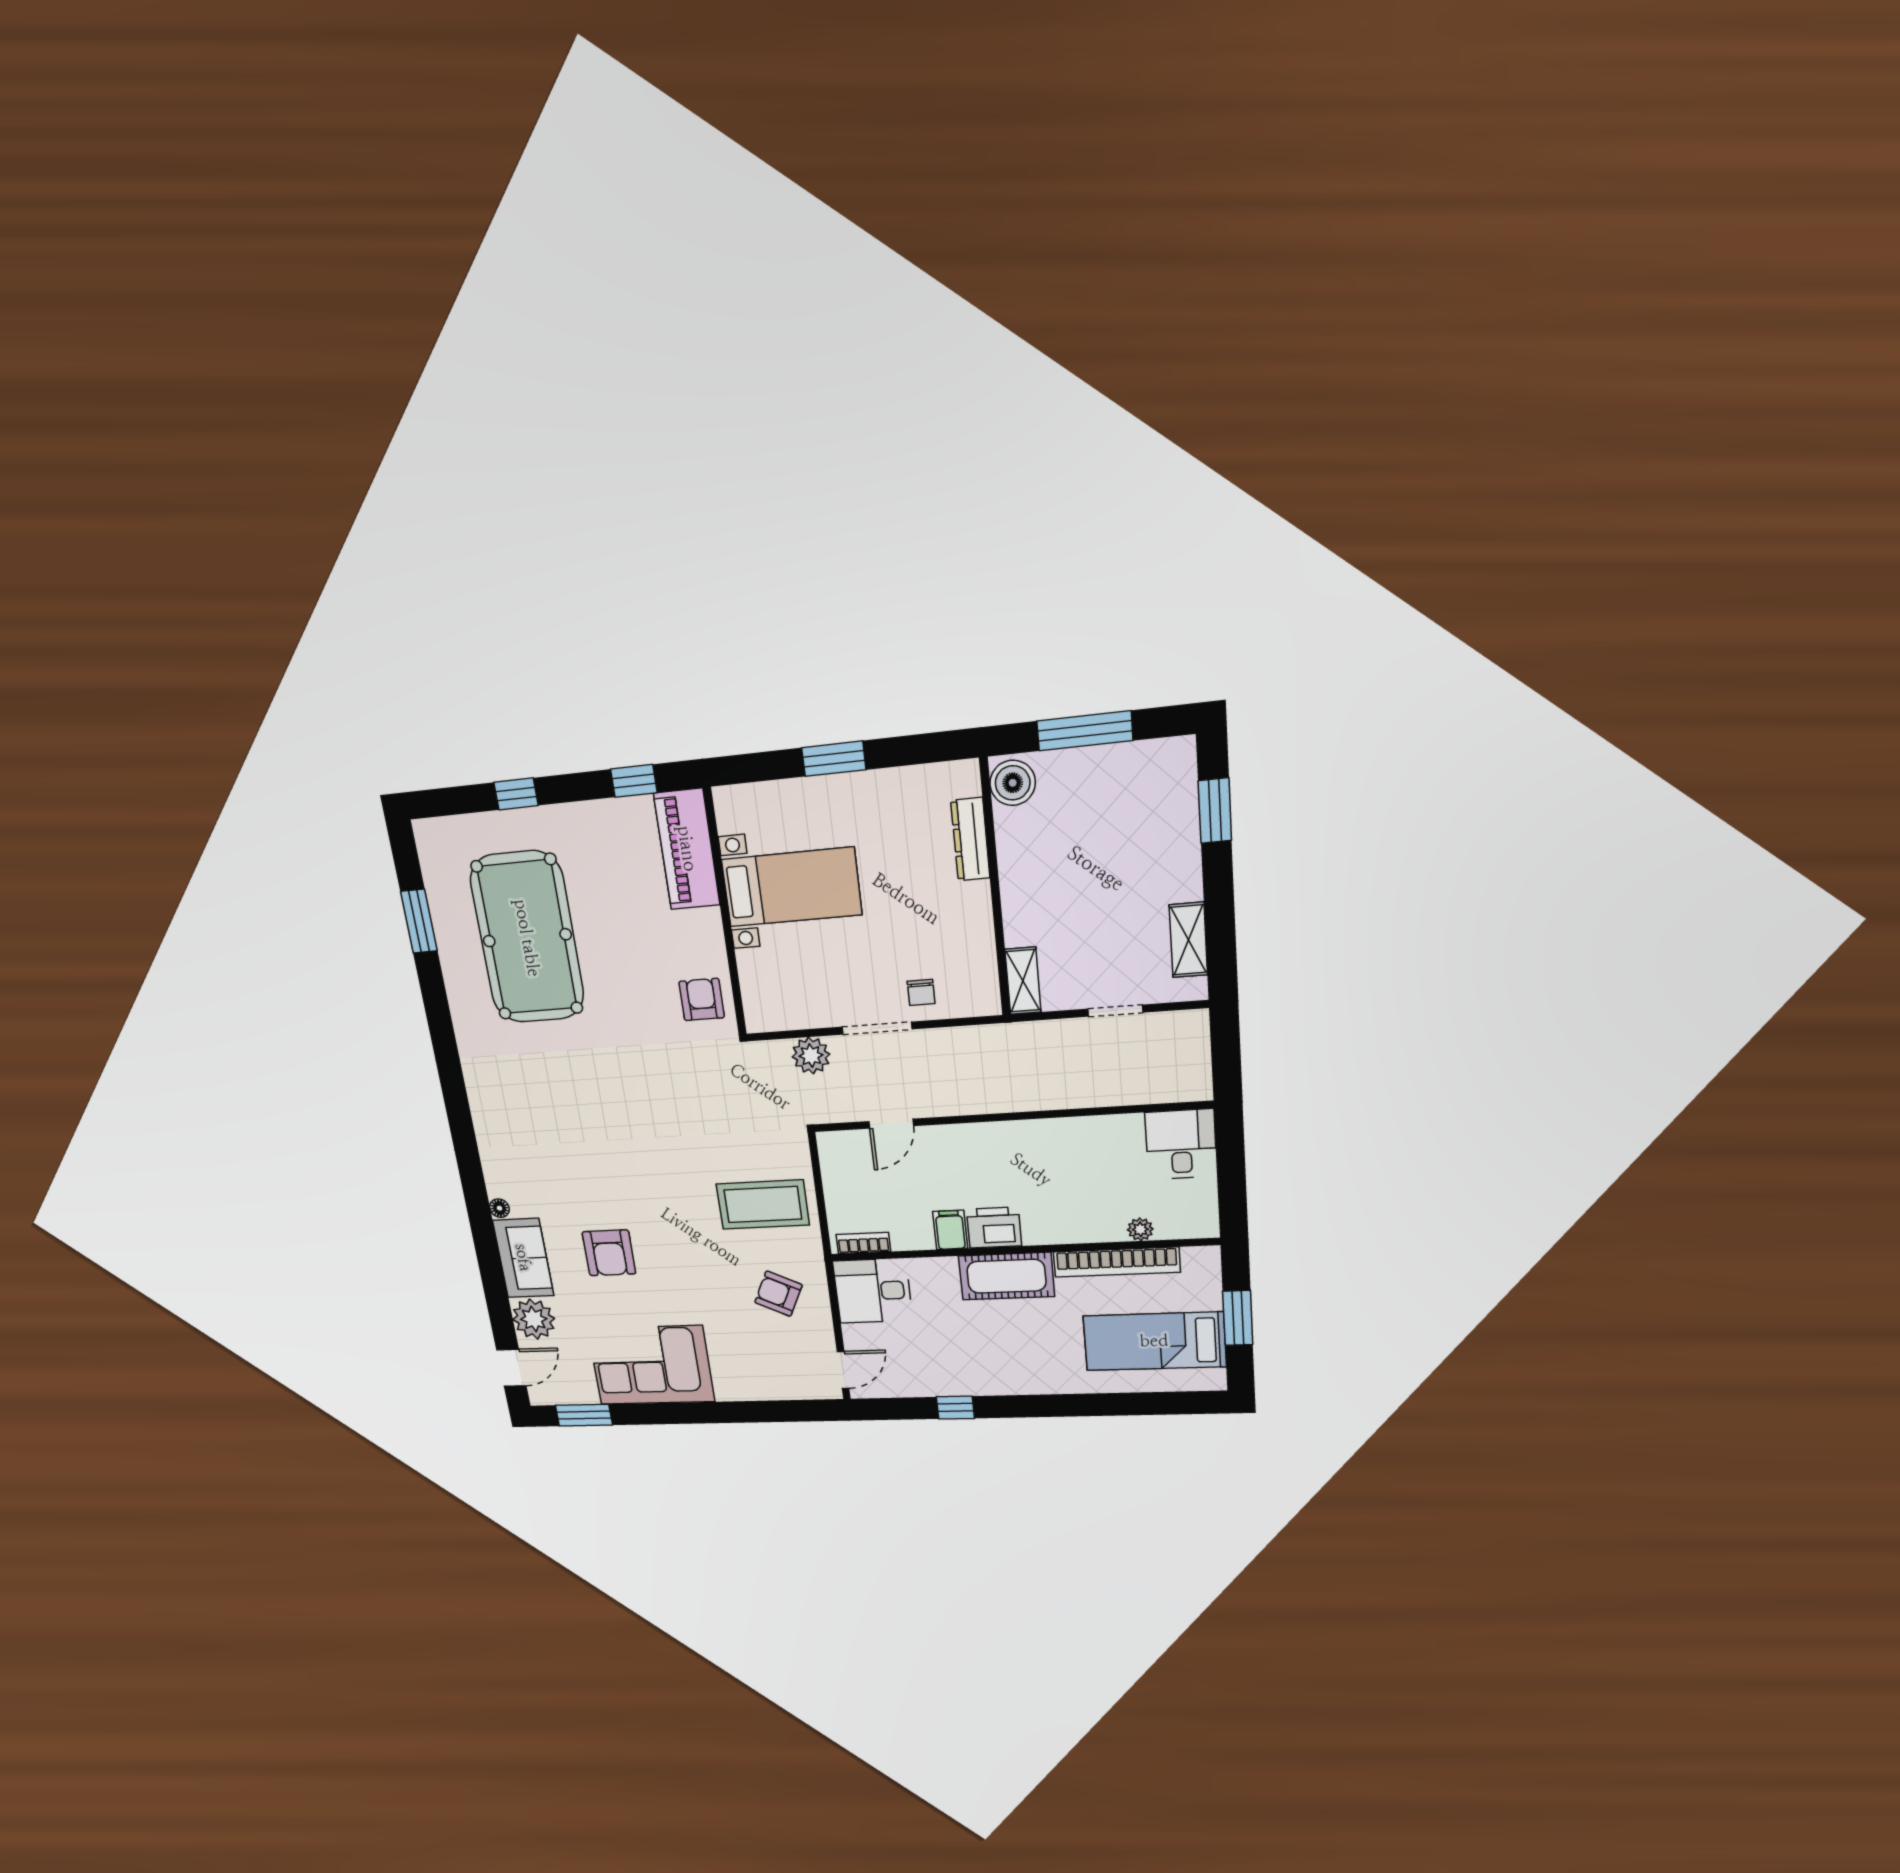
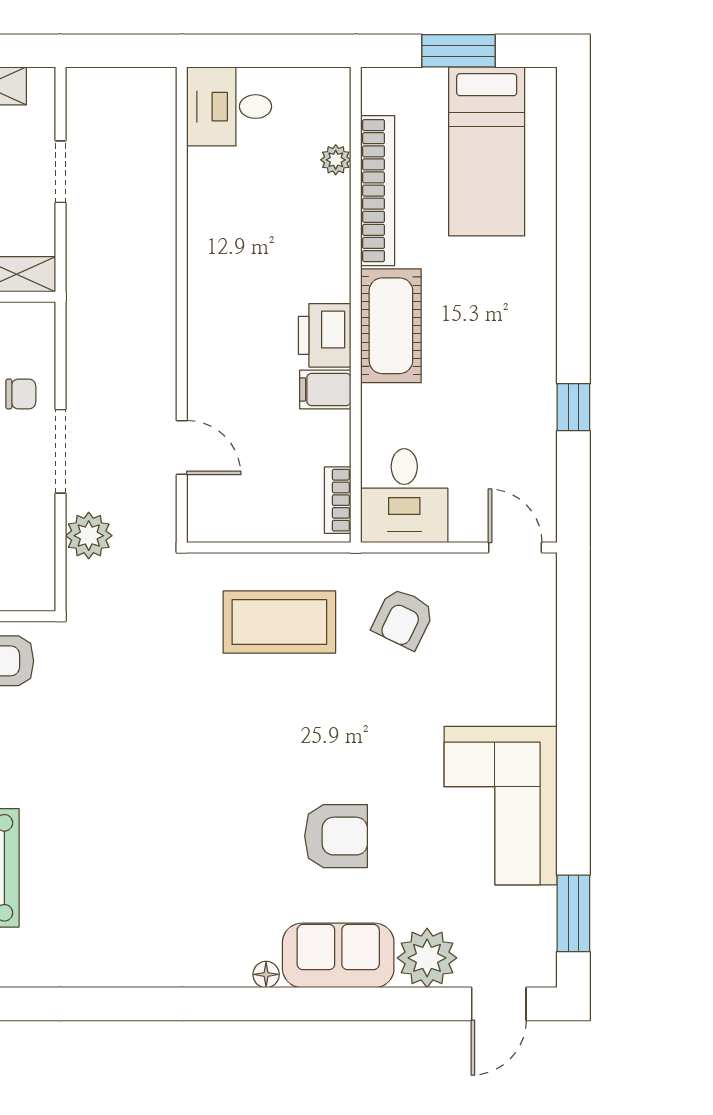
coffee table: (763, 1205) -> (279, 622), turned 90
door: (511, 1368) -> (499, 1004), swing flipped

